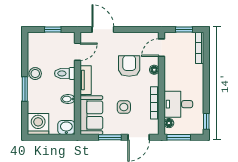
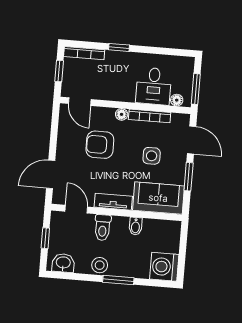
floor lamp: (154, 70) -> (122, 114), moved
window: (206, 121) -> (119, 47), moved
washbasin: (66, 127) -> (63, 263), moved, turned 90

